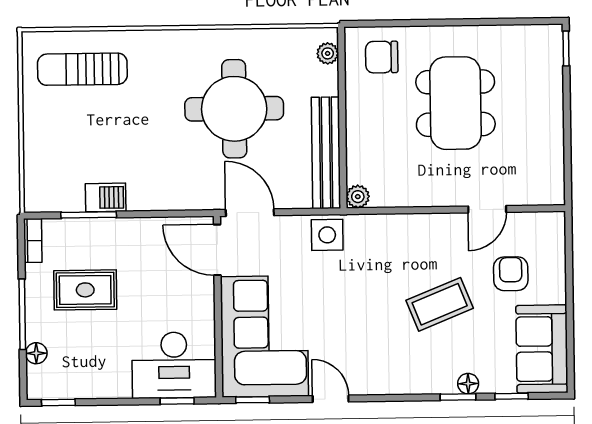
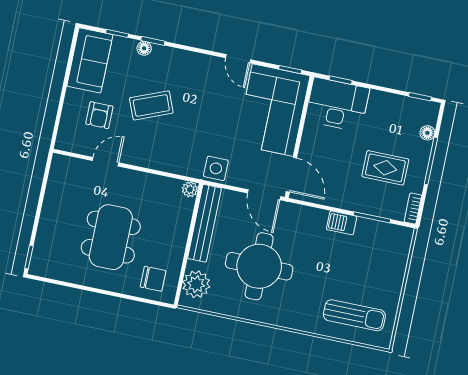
plant: (328, 53) -> (196, 284), width x1.88, depth x1.88
barbecue: (106, 197) -> (342, 223), moved

